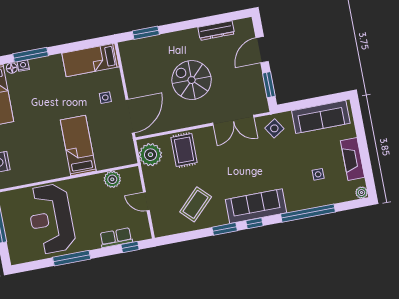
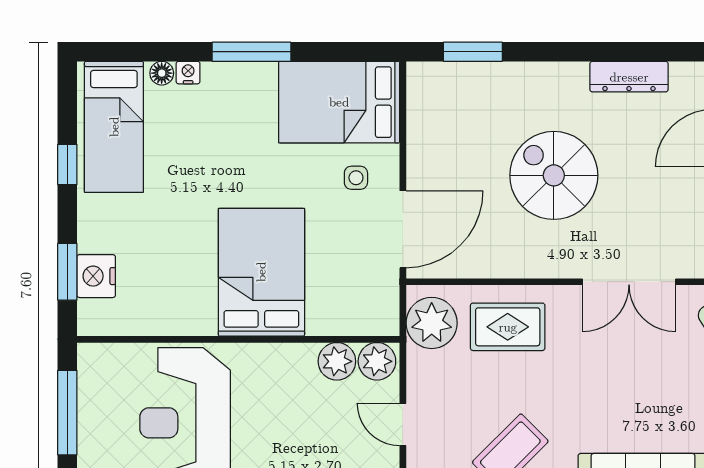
window: (31, 55) -> (251, 52), moved
bed: (91, 60) -> (339, 102), width x1.50
bed: (78, 145) -> (261, 272), width x1.50
rug: (184, 150) -> (508, 327), turned 90
plant: (130, 176) -> (377, 361), added

